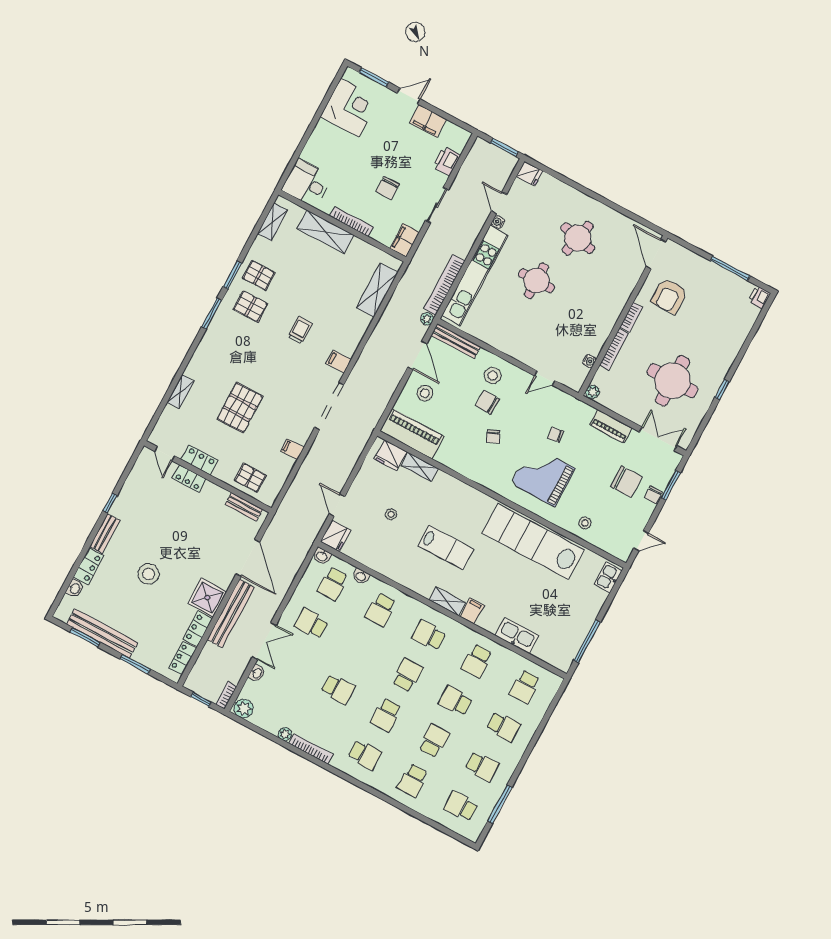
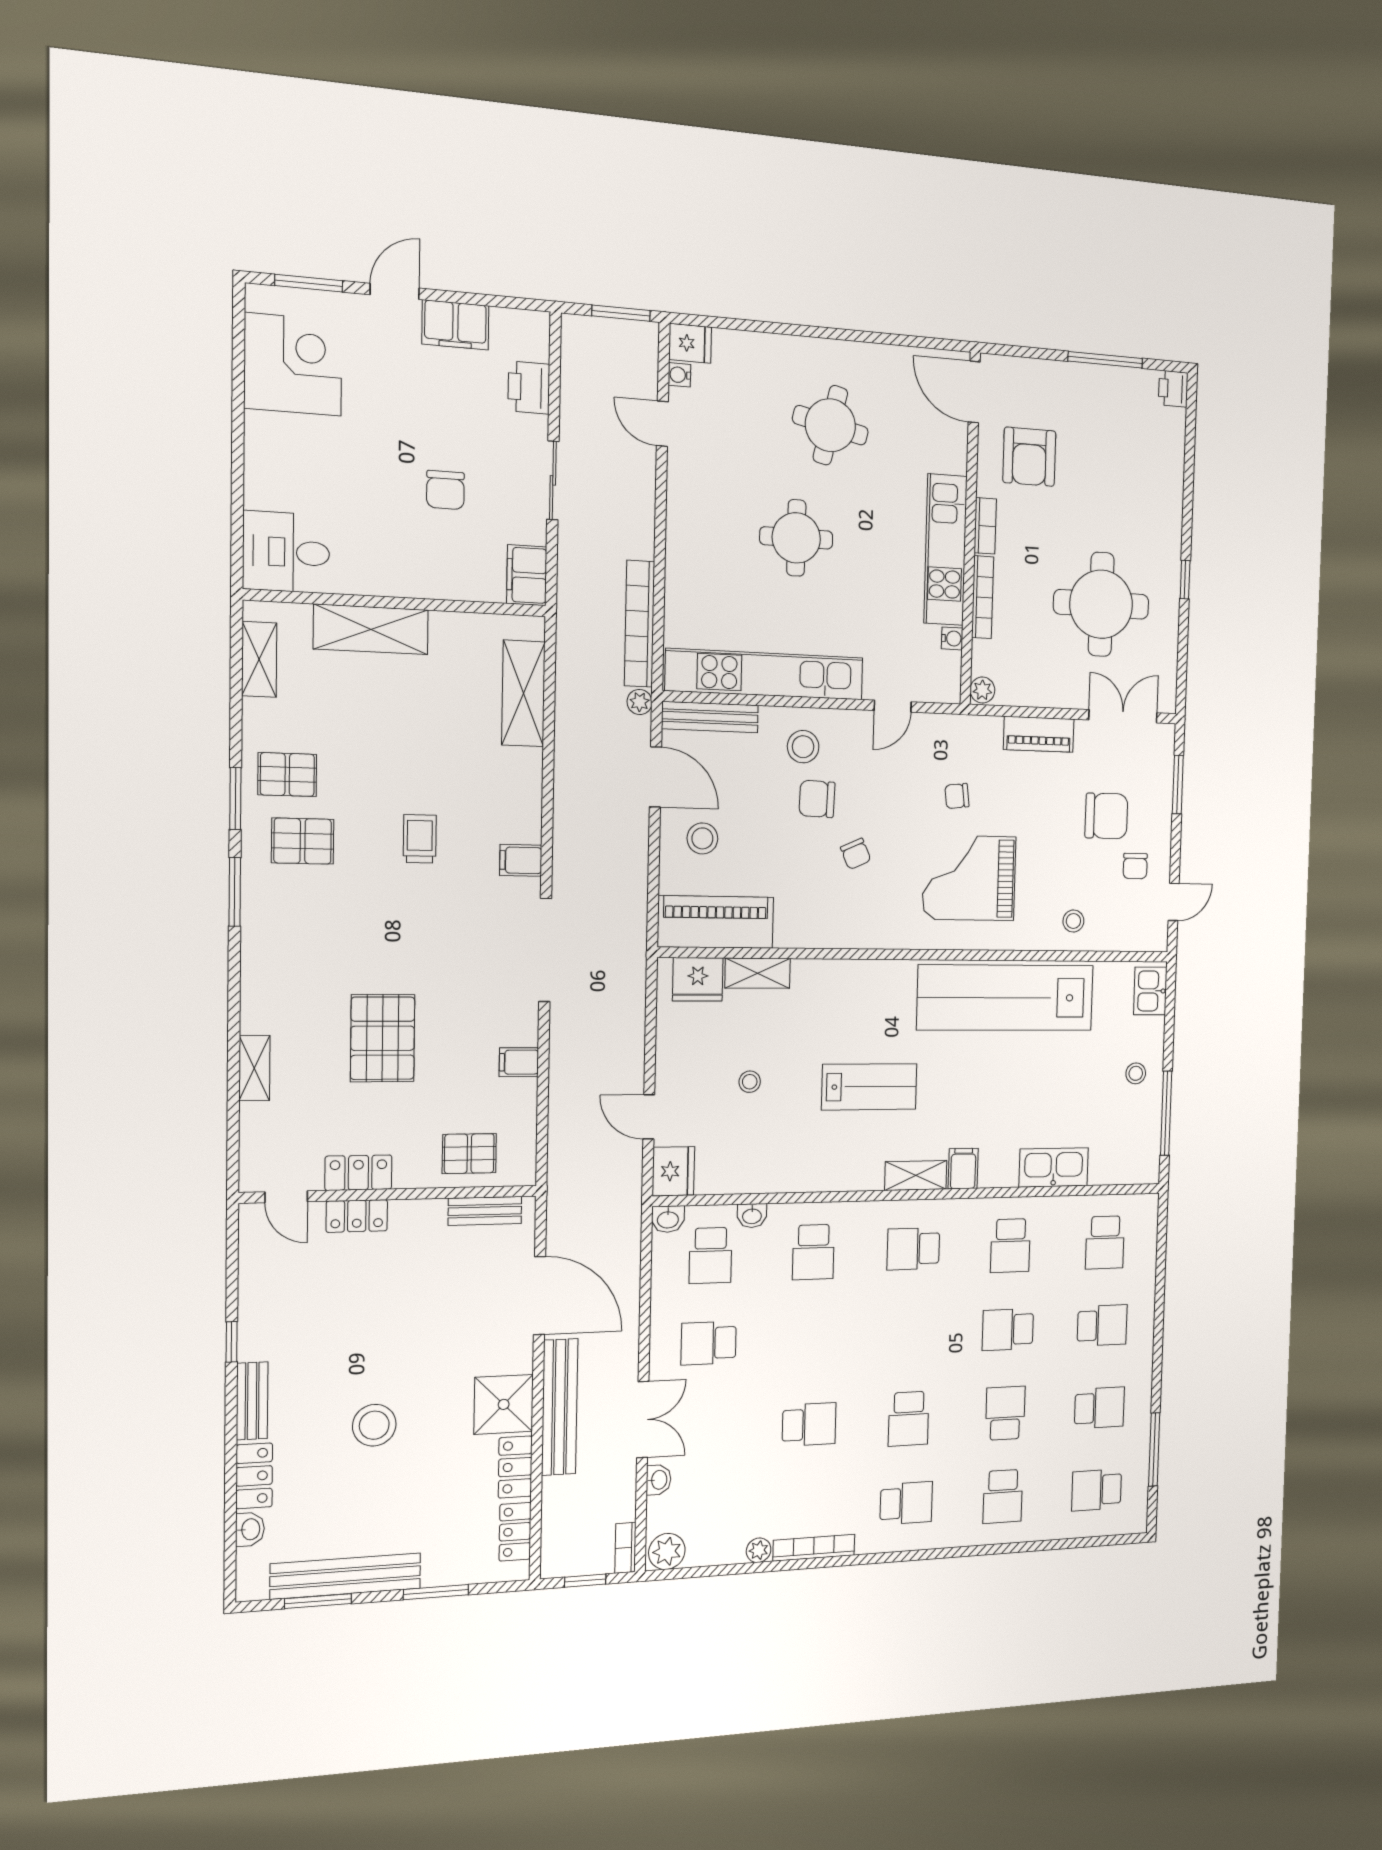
bookcase: (352, 222) -> (410, 587), removed
water cooler: (498, 222) -> (679, 375), moved
kitchen unit: (475, 276) -> (765, 674), moved, turned -90
kitchen unit: (606, 319) -> (945, 550), added
chair: (653, 495) -> (1135, 866), moved
stool: (581, 613) -> (1136, 1073), added
school desk: (407, 675) -> (911, 1334), removed

